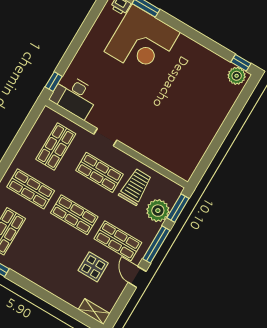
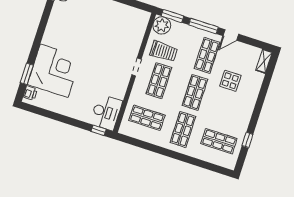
doorway: (105, 137) -> (136, 67), moved
trolley: (135, 187) -> (164, 51), turned 180
plant: (158, 211) -> (162, 25), moved
display table: (93, 267) -> (230, 81), moved

